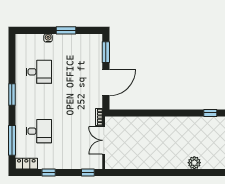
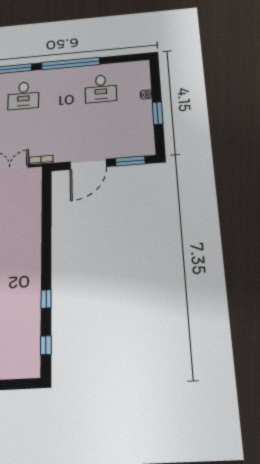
door: (106, 83) -> (88, 164), hinge flipped
window: (12, 95) -> (71, 64), width x2.11

